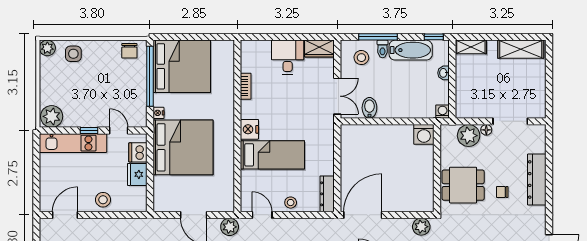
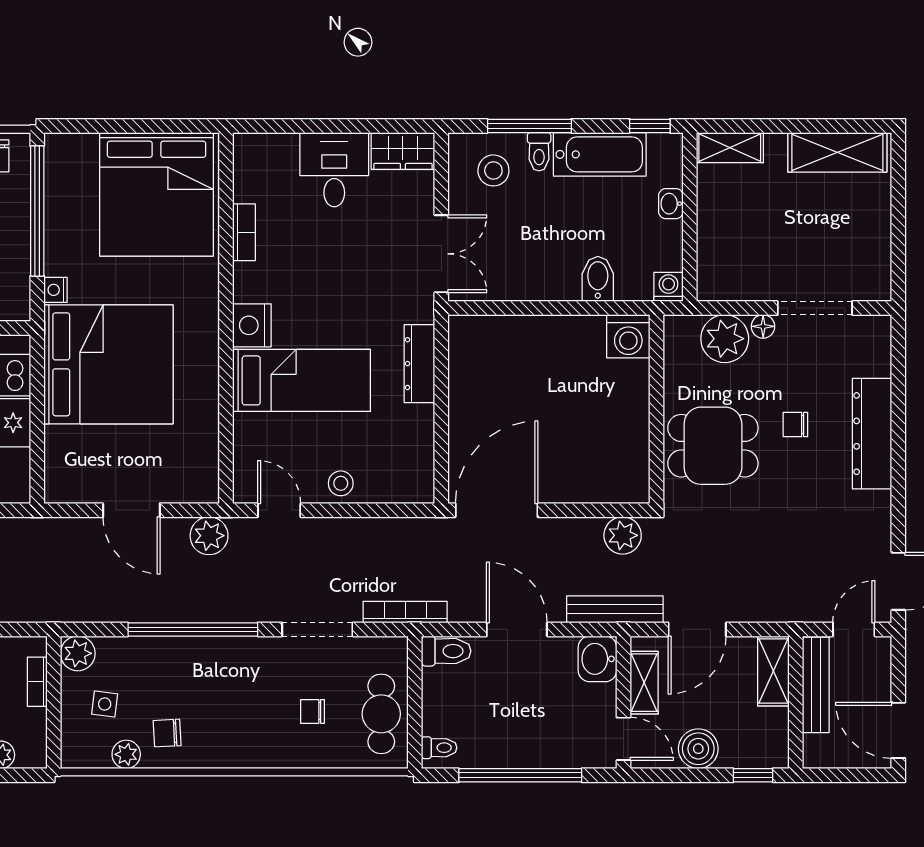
bed: (182, 66) -> (156, 194), moved, turned 90
bidet: (369, 108) -> (598, 279), moved
chair: (502, 192) -> (795, 424), moved
dresser: (327, 194) -> (419, 364), moved

